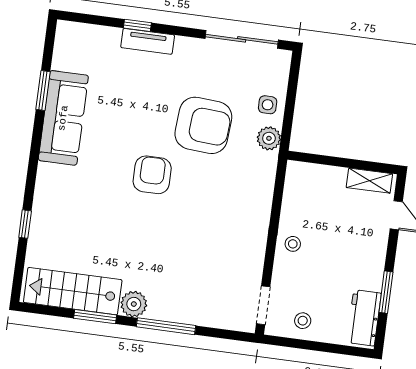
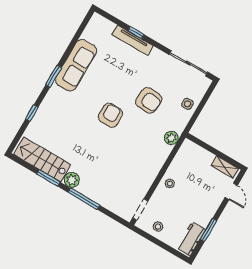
tv unit: (148, 41) -> (133, 40), width x1.41
window: (43, 90) -> (54, 76), moved
armchair: (203, 125) -> (149, 100), width x0.73, depth x0.73
plant: (269, 138) -> (171, 138), moved

